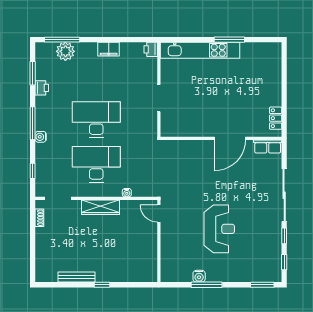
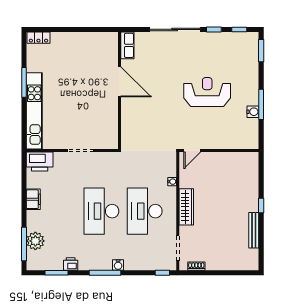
printer: (151, 49) -> (40, 162), width x1.87, depth x1.48
locker: (276, 118) -> (38, 38), moved
window: (33, 171) -> (162, 273), moved

